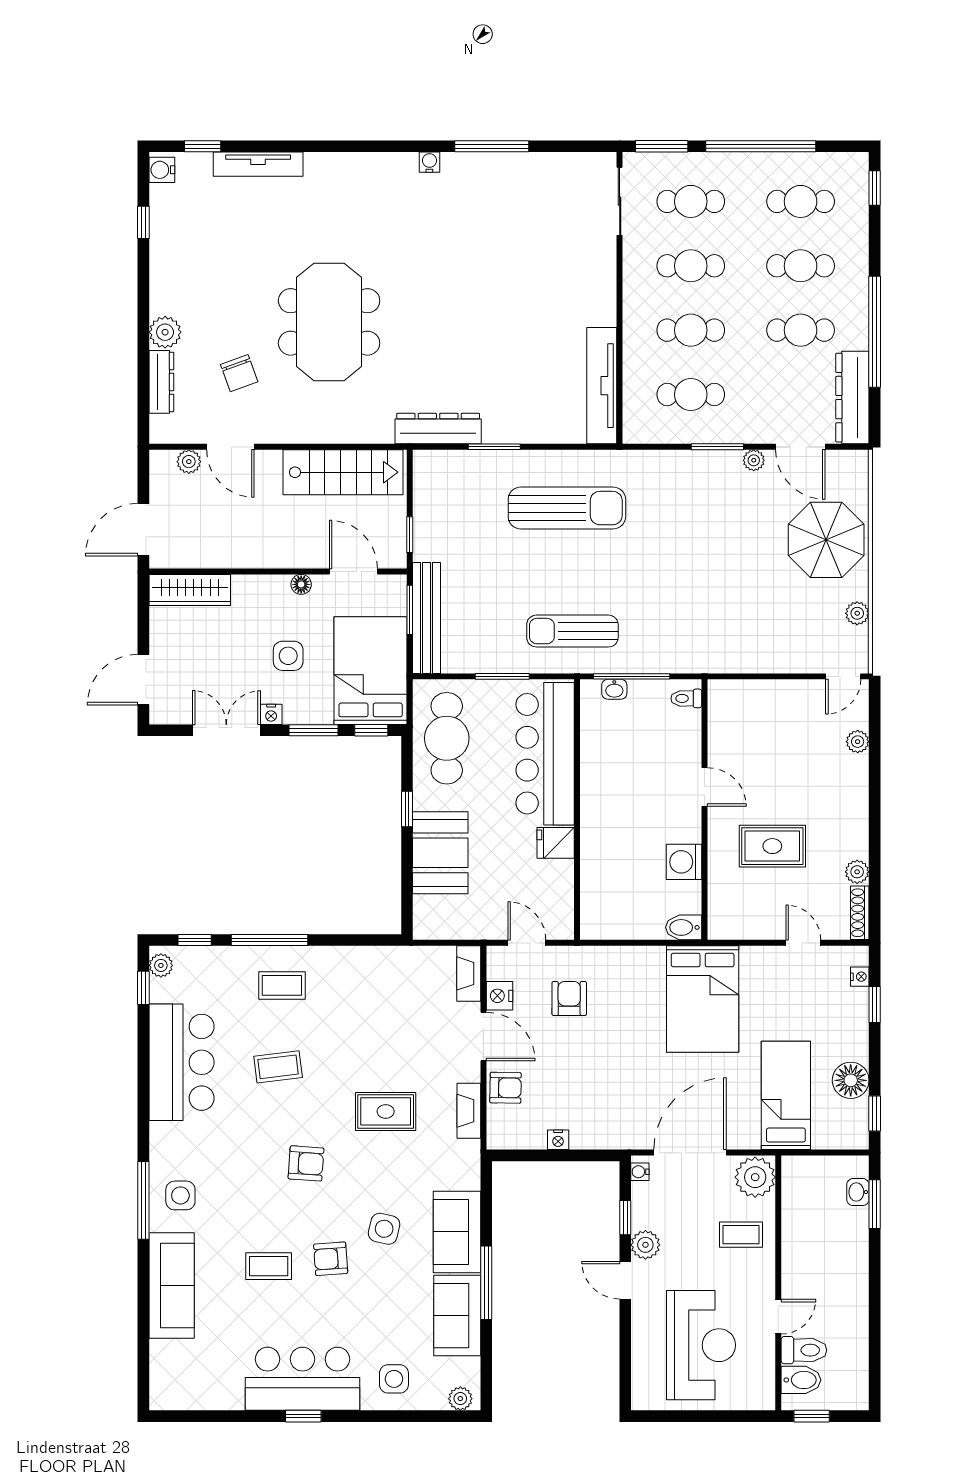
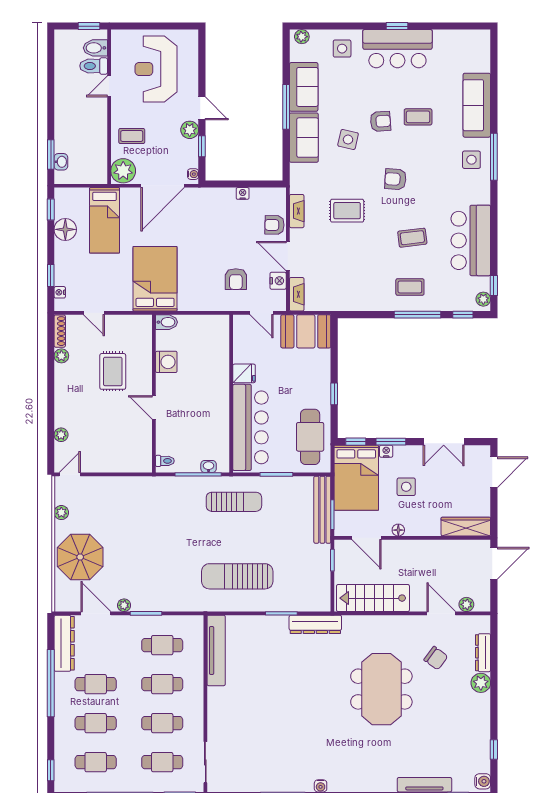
chair: (239, 373) -> (436, 658), turned 146
nightstand: (271, 714) -> (386, 451), moved
rug: (772, 846) -> (113, 371), turned 90
booth: (440, 853) -> (306, 331), moved, turned 90

